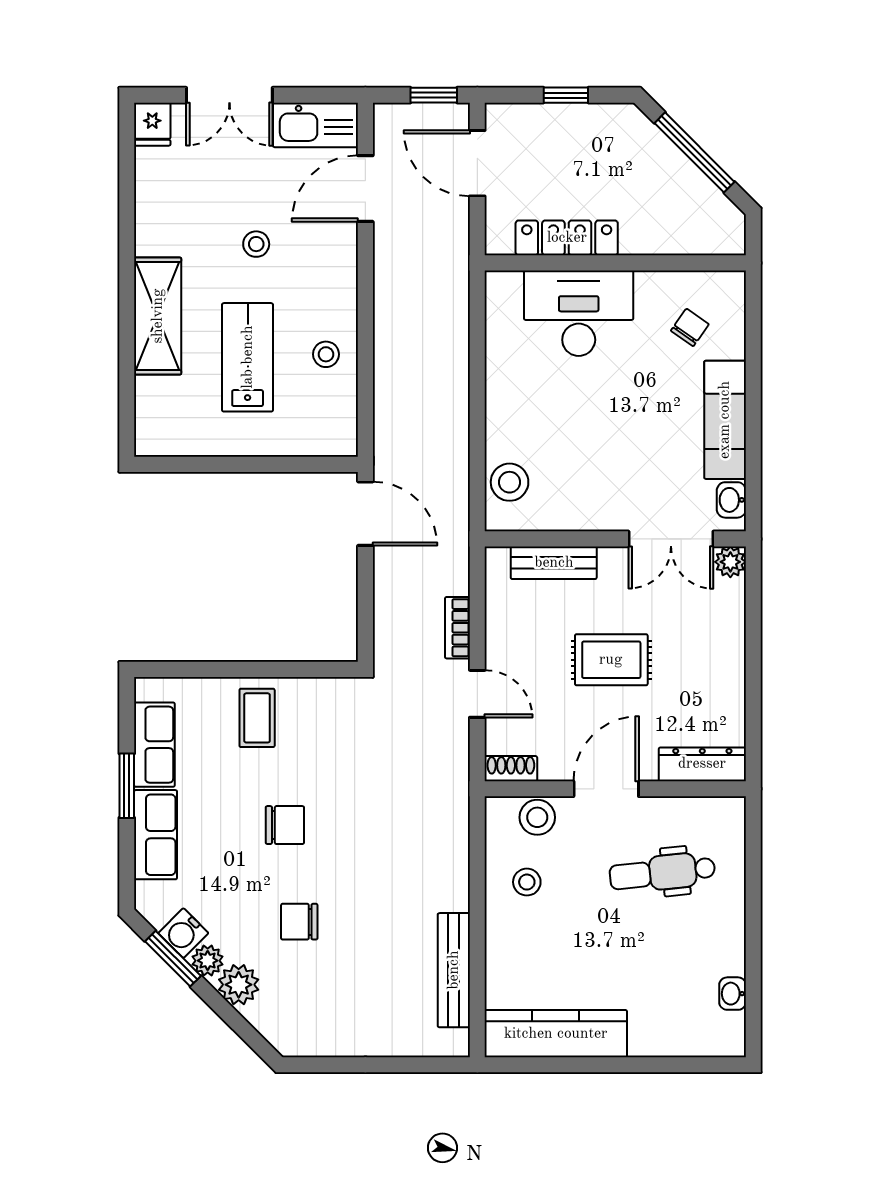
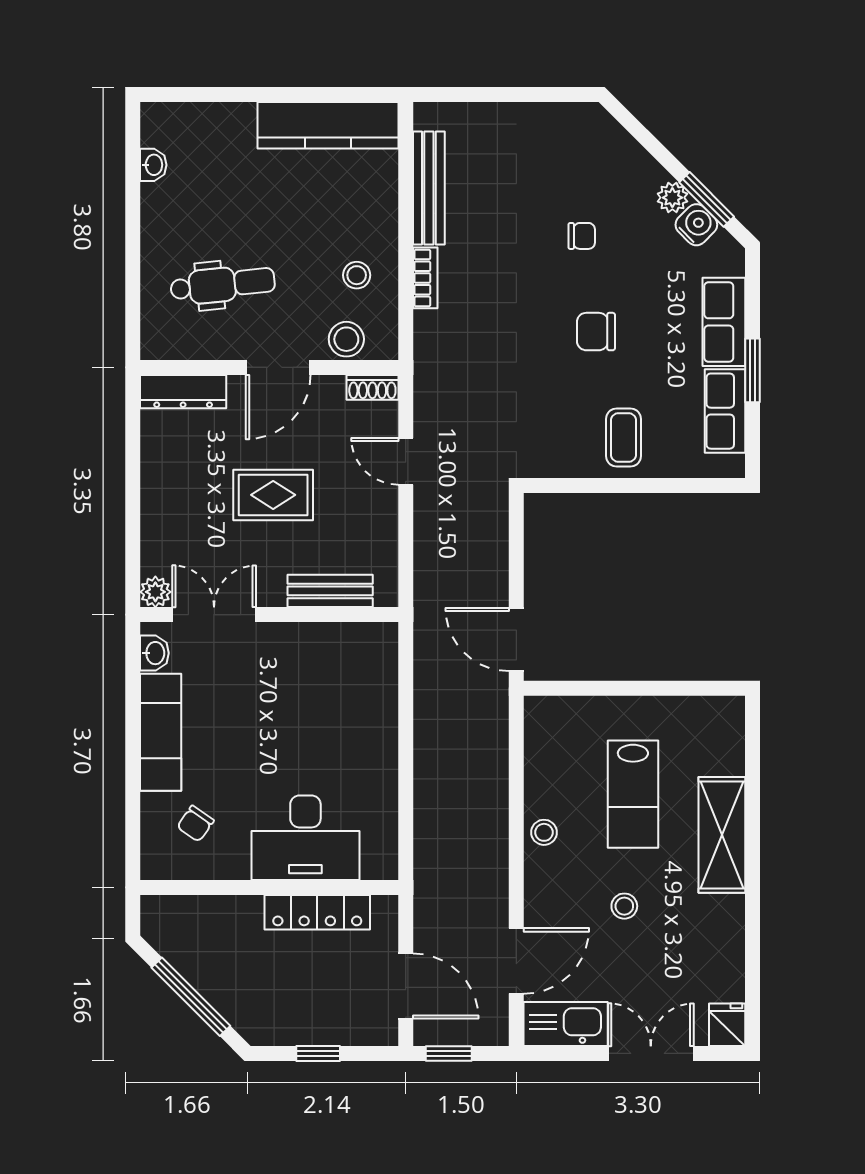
stool: (326, 354) -> (544, 832), moved
stool: (510, 482) -> (374, 671), removed
bookcase: (457, 628) -> (425, 278), moved
chair: (299, 922) -> (582, 236), width x0.73, depth x0.73
plant: (239, 985) -> (642, 174), removed

